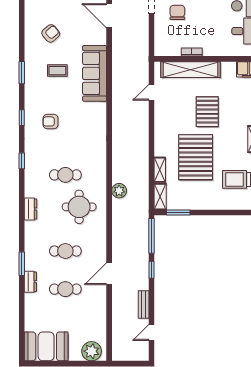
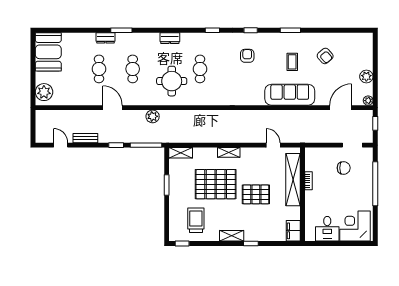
shelving: (160, 170) -> (229, 152), moved
plant: (119, 191) -> (153, 116), moved
window: (178, 213) -> (167, 185), moved

